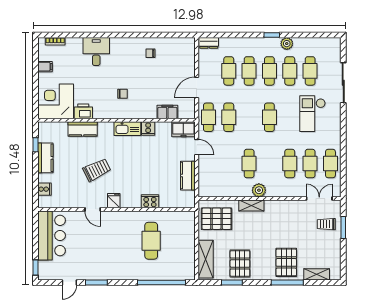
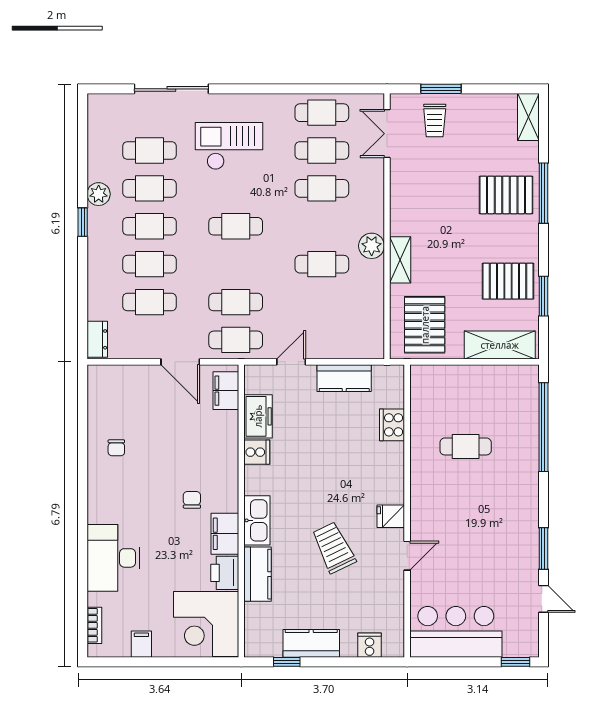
desk: (96, 52) -> (113, 558), width x1.37
filing cabinet: (104, 111) -> (225, 534), added
filing cabinet: (167, 112) -> (226, 391), moved
checkout: (312, 114) -> (229, 146), turned 180
kitchen sink: (127, 129) -> (257, 520), moved
freezer: (183, 129) -> (258, 416), moved
cooker: (150, 201) -> (392, 425), moved
cafe table: (151, 241) -> (466, 446), width x0.73, depth x0.74
shelving: (317, 274) -> (528, 117), moved

